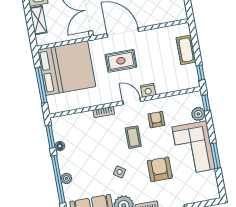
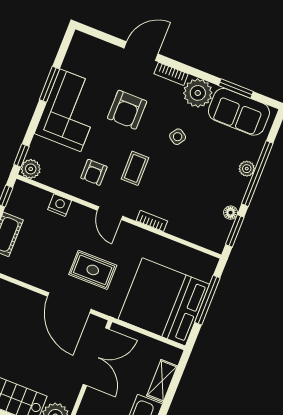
nightstand: (148, 90) -> (60, 205), moved
plant: (198, 114) -> (31, 169), moved

